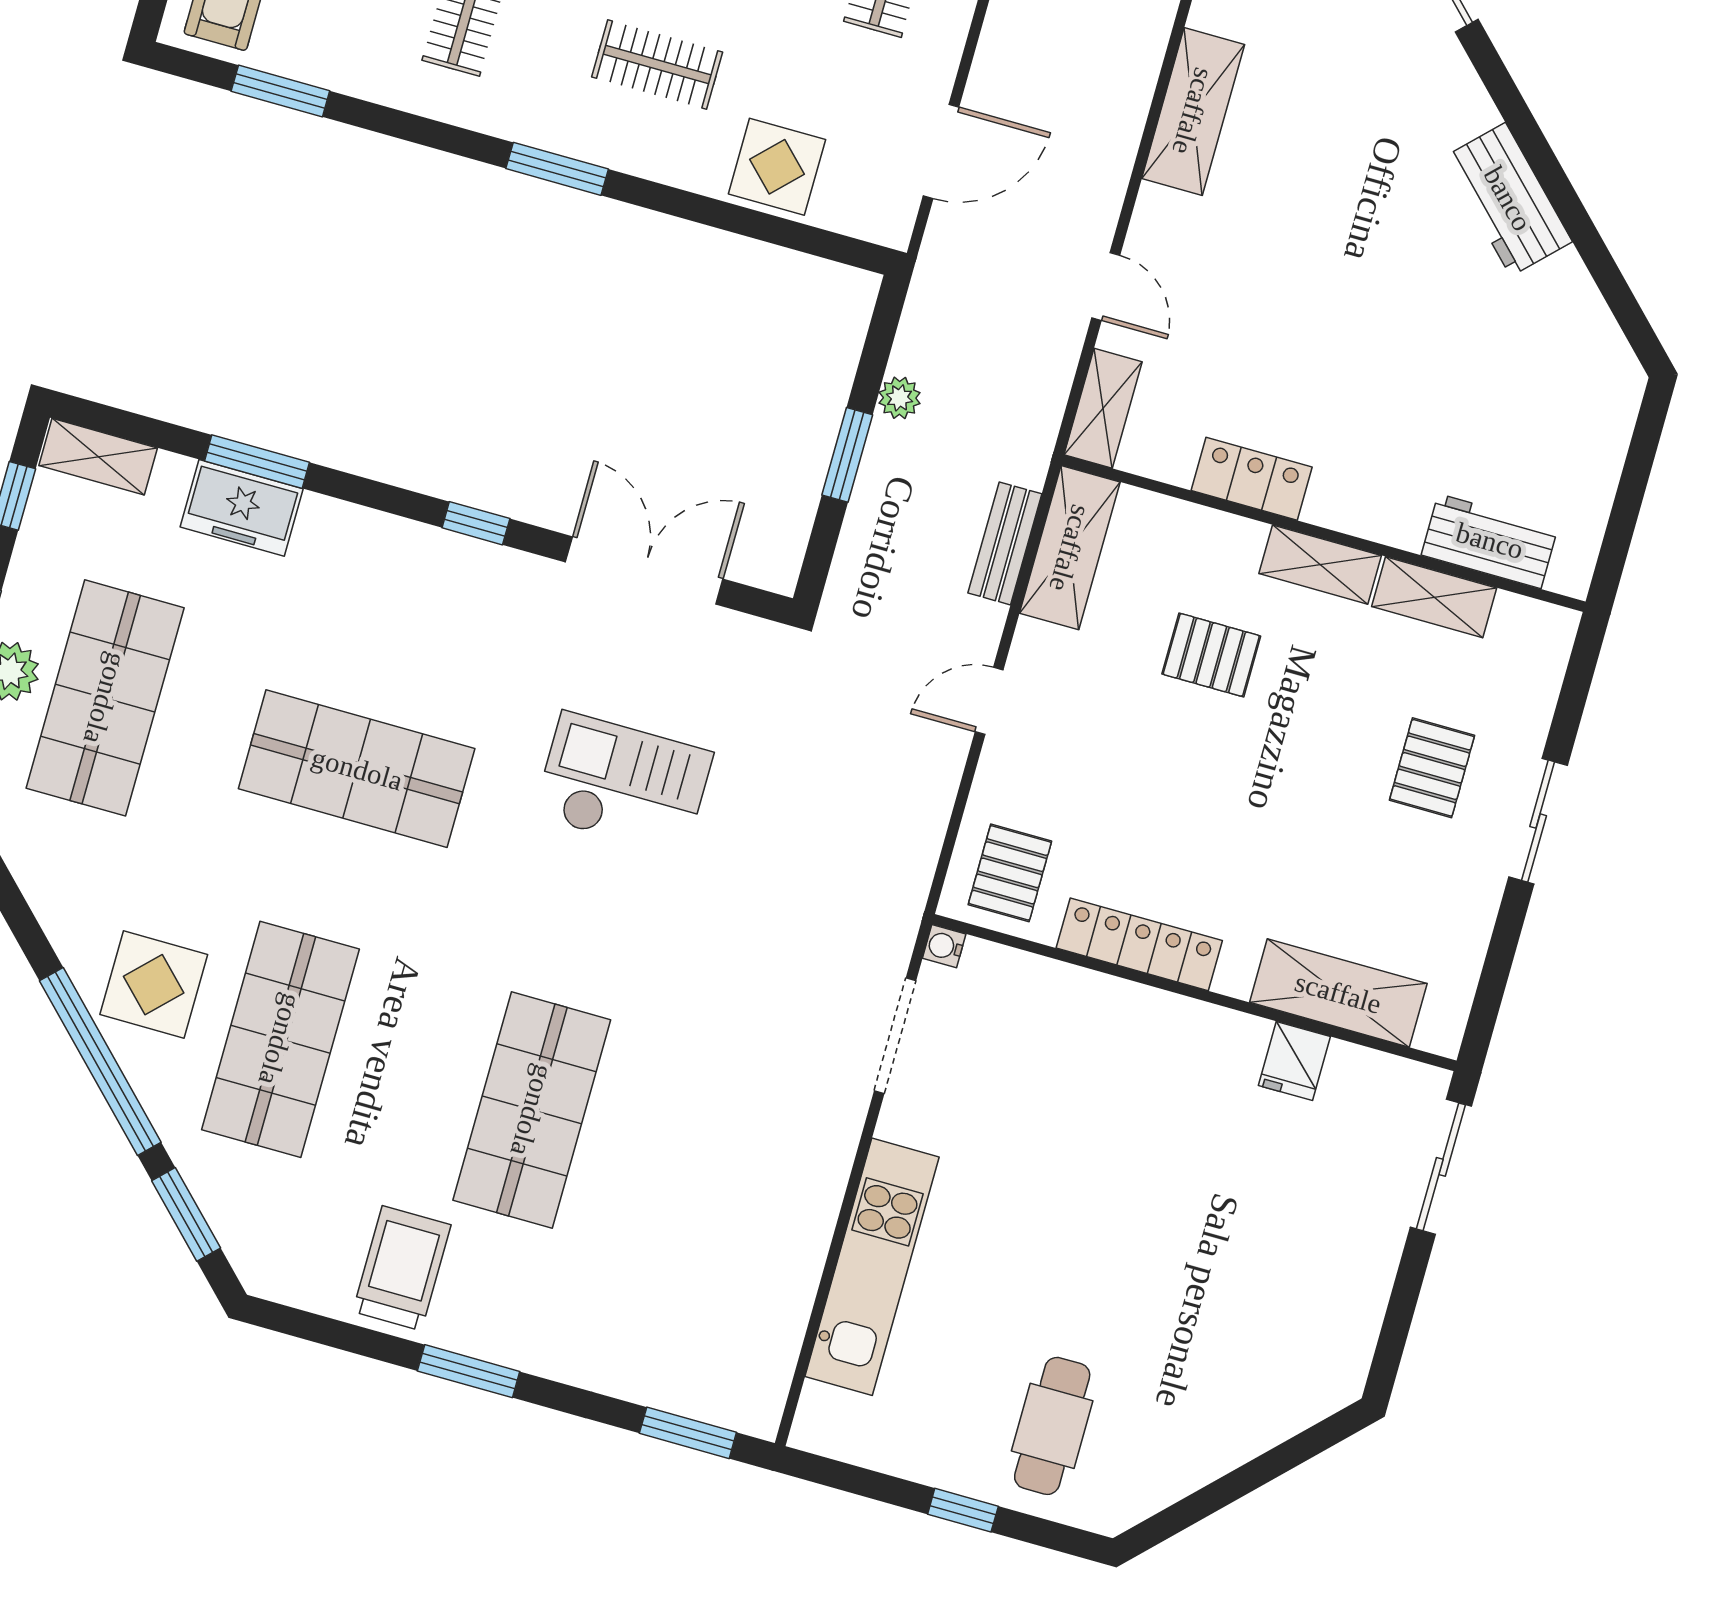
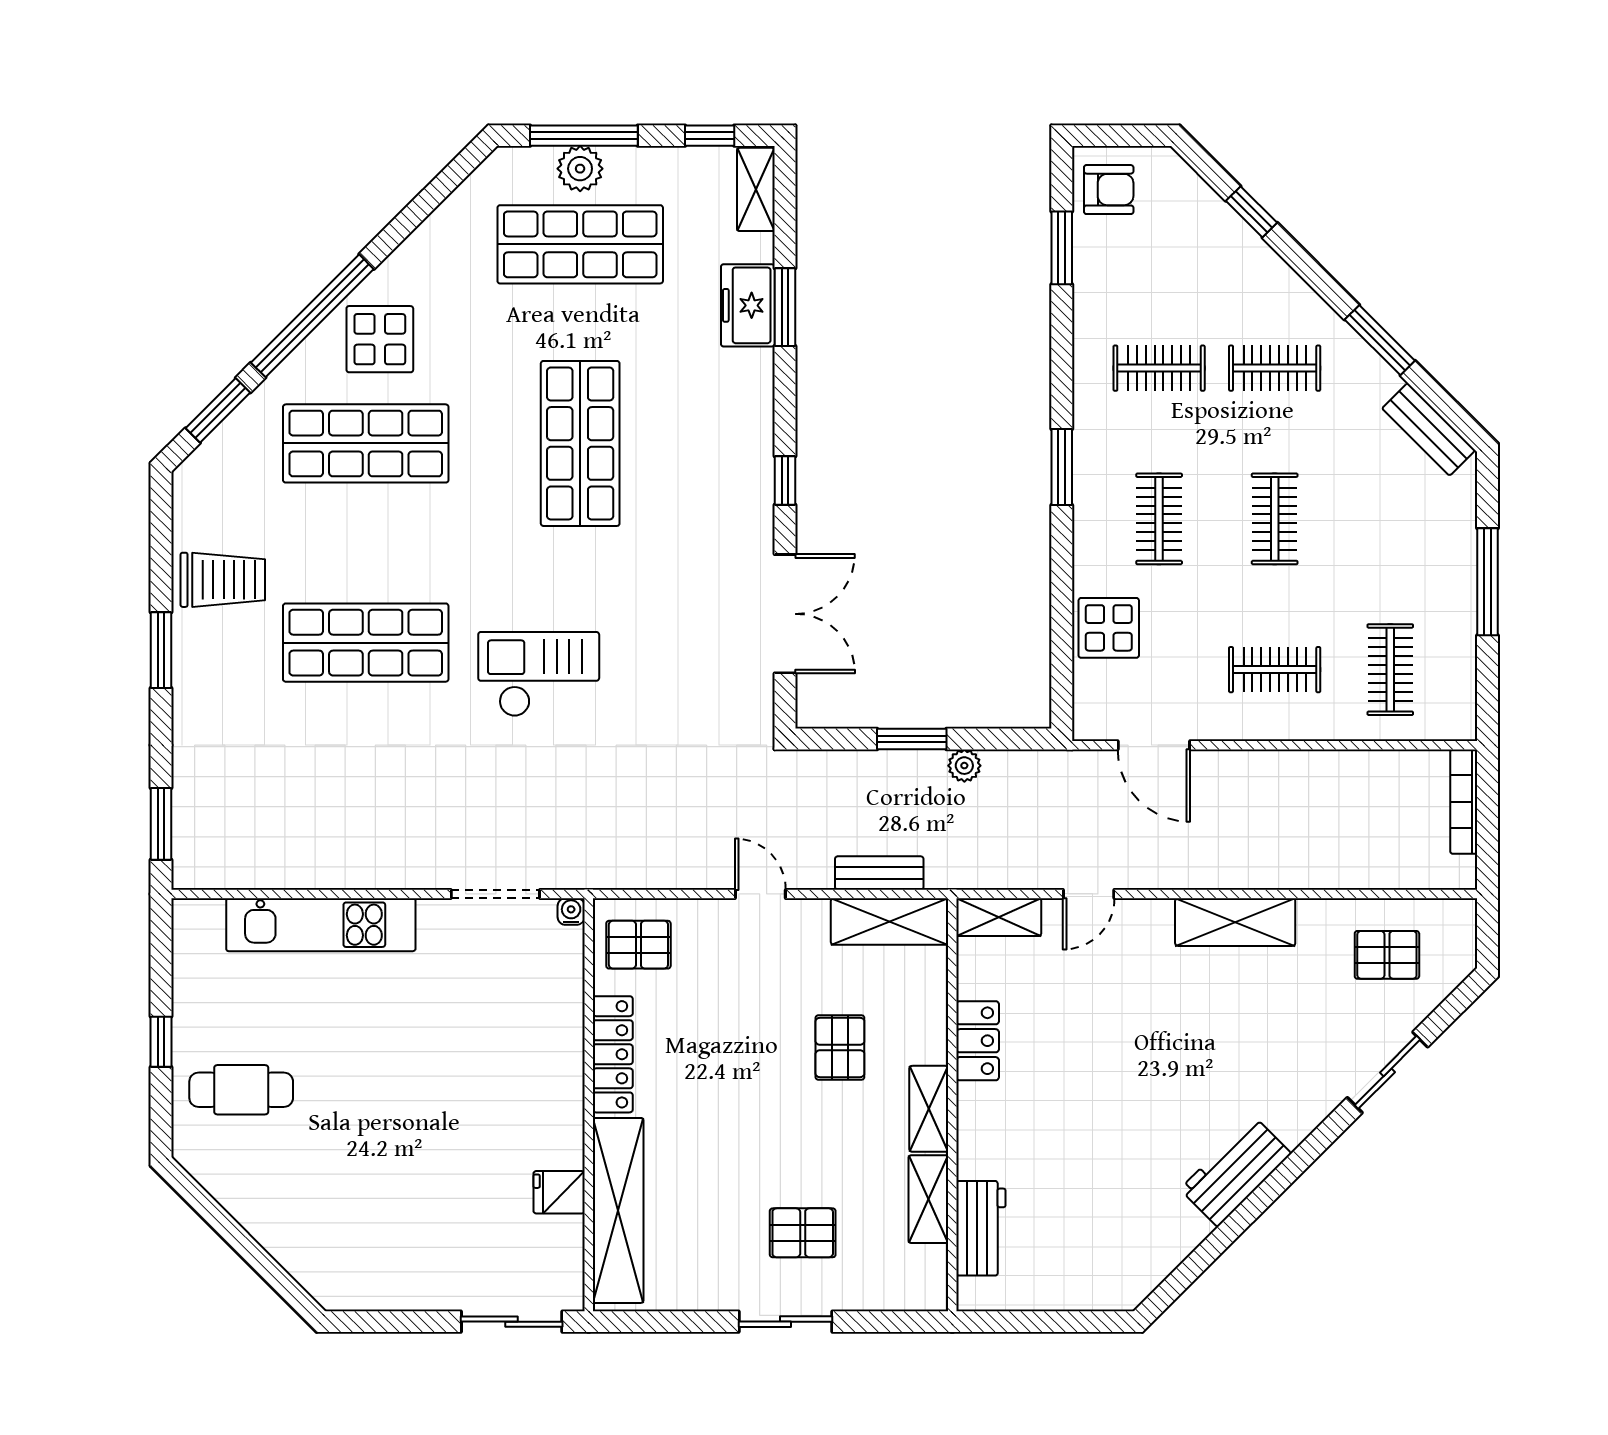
checkout: (623, 784) -> (539, 674), moved, turned -90
shelving: (1338, 993) -> (618, 1210), width x1.47

